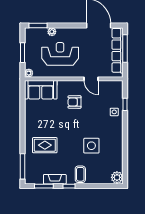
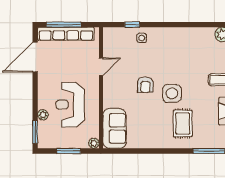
armchair: (74, 102) -> (145, 85), moved
side table: (91, 146) -> (172, 93), moved

